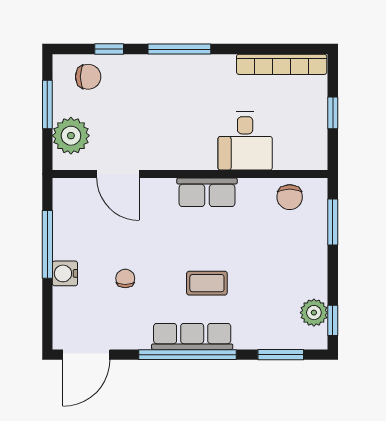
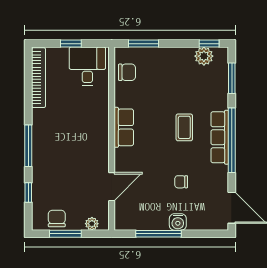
chair: (88, 77) -> (57, 218), moved
plant: (71, 136) -> (92, 224), width x0.53, depth x0.53
desk: (245, 141) -> (87, 66), moved, turned -90

